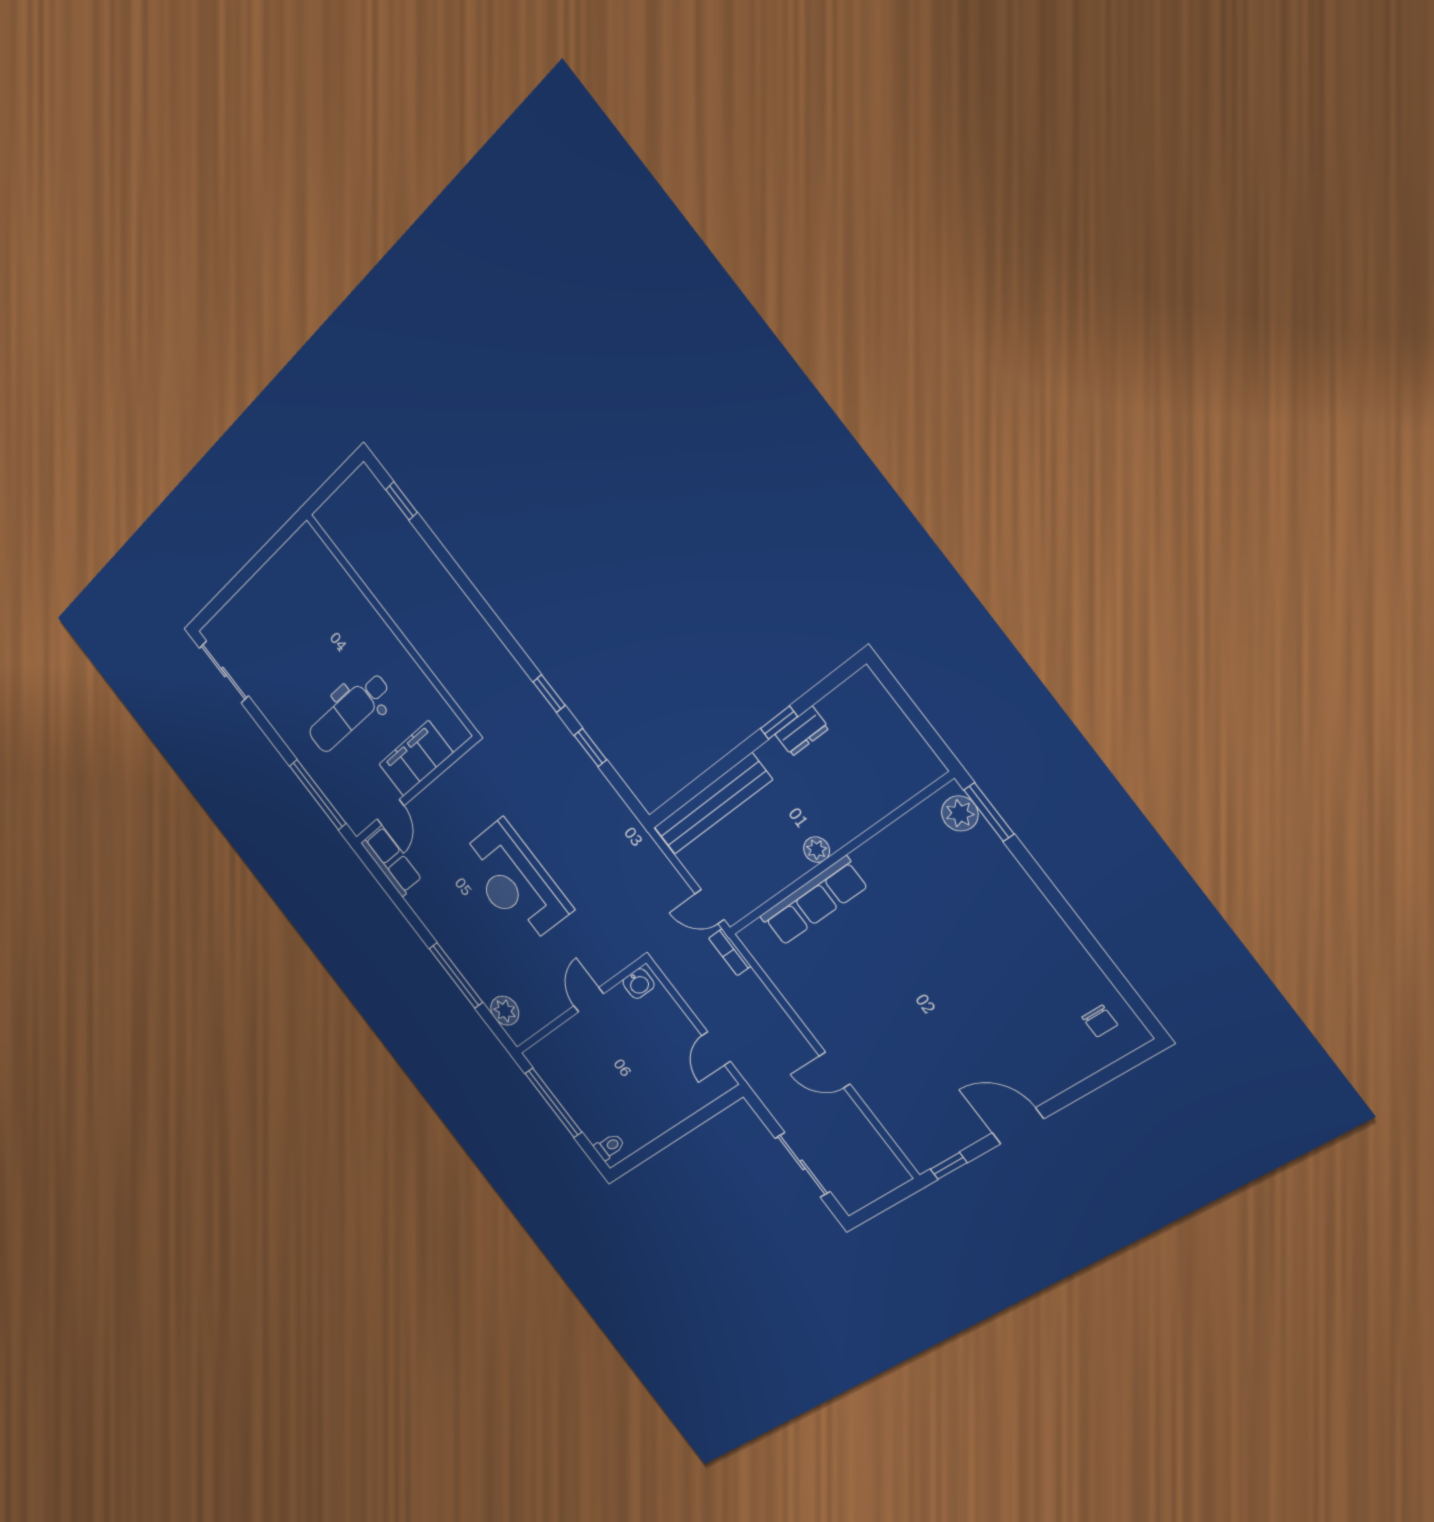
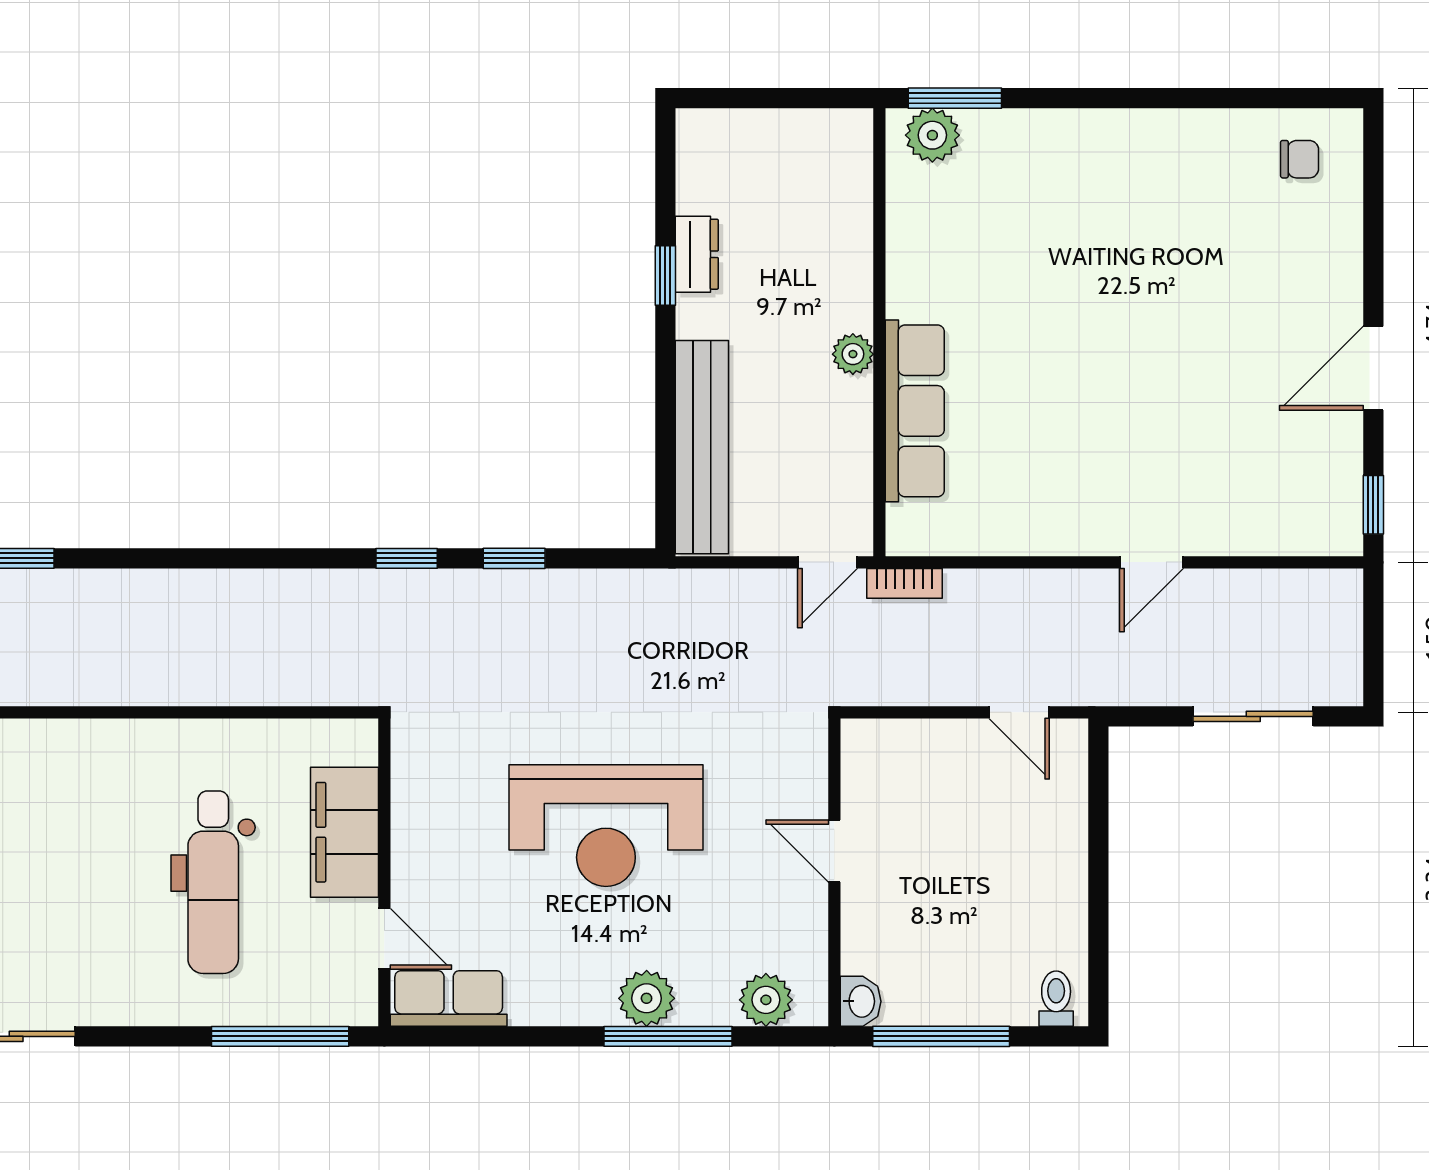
plant: (463, 954) -> (647, 998), added
washbasin: (639, 984) -> (861, 1001), moved

